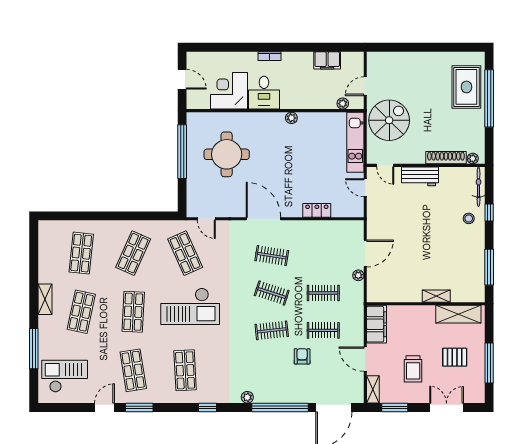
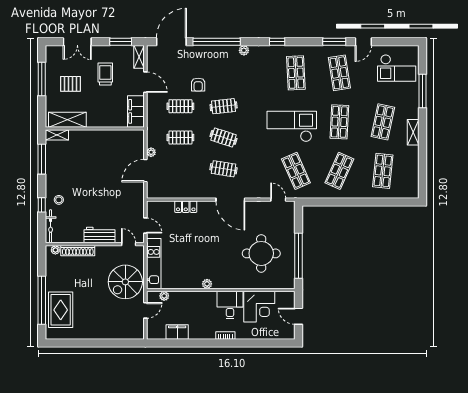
shelving: (436, 296) -> (57, 135), moved

